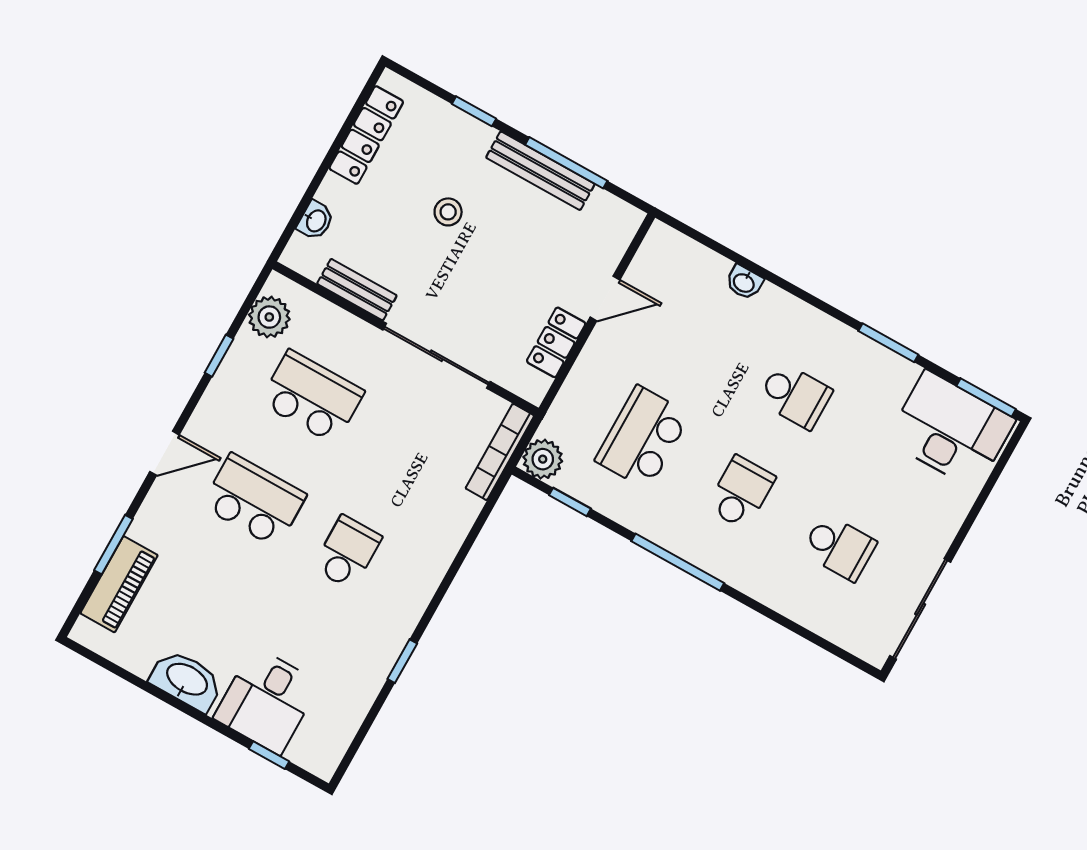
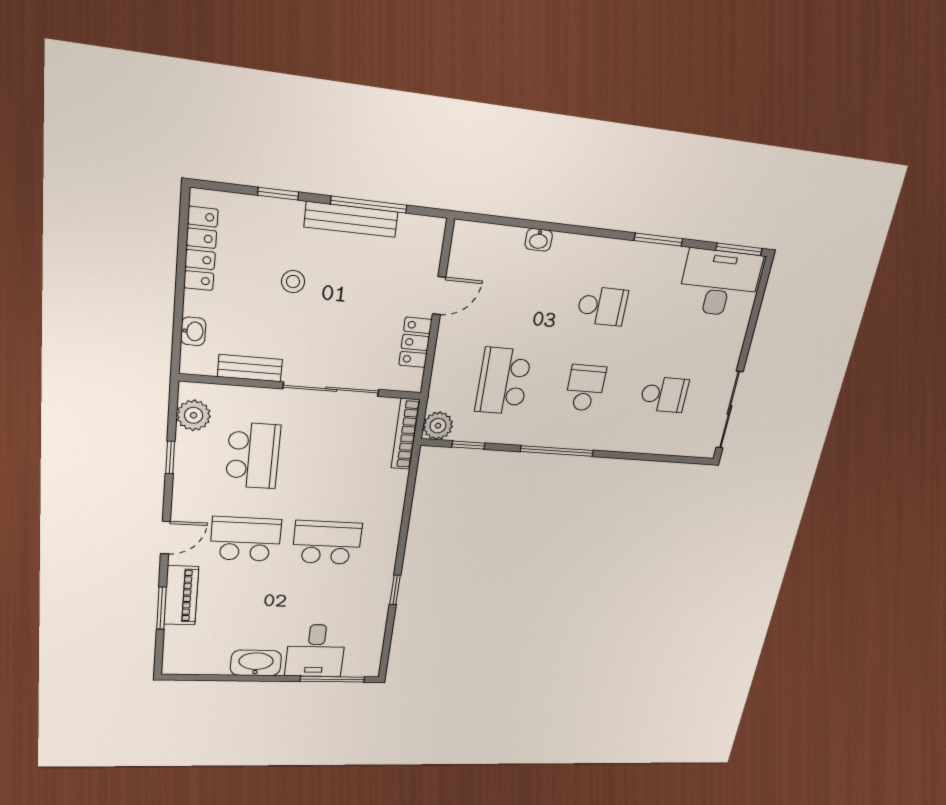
school desk: (312, 397) -> (253, 456), turned 90
school desk: (347, 552) -> (327, 543), width x1.85
piano: (119, 584) -> (181, 595), moved
window: (269, 755) -> (332, 679), width x2.17

